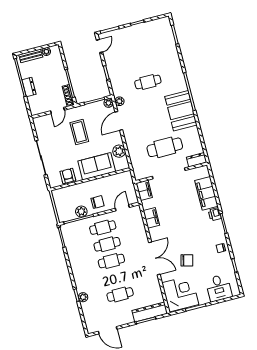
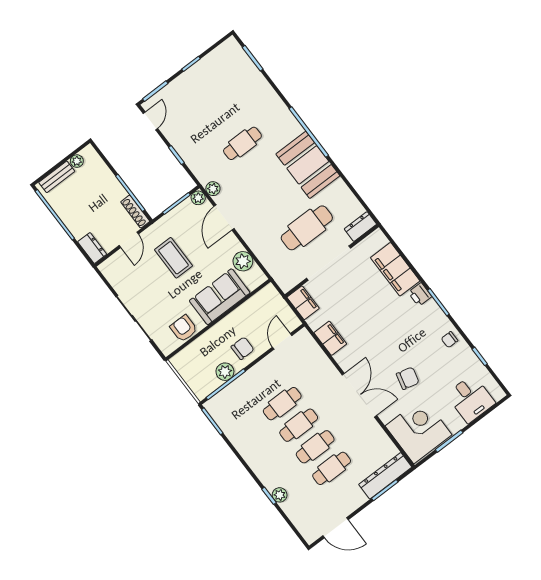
dresser: (29, 87) -> (92, 248), moved
cafe table: (103, 228) -> (315, 447), moved

